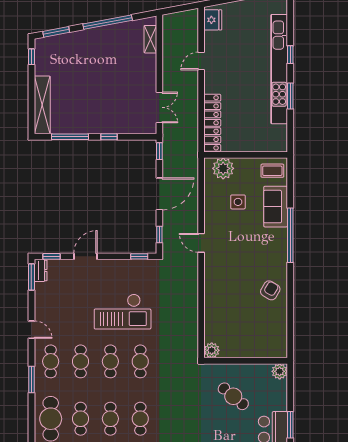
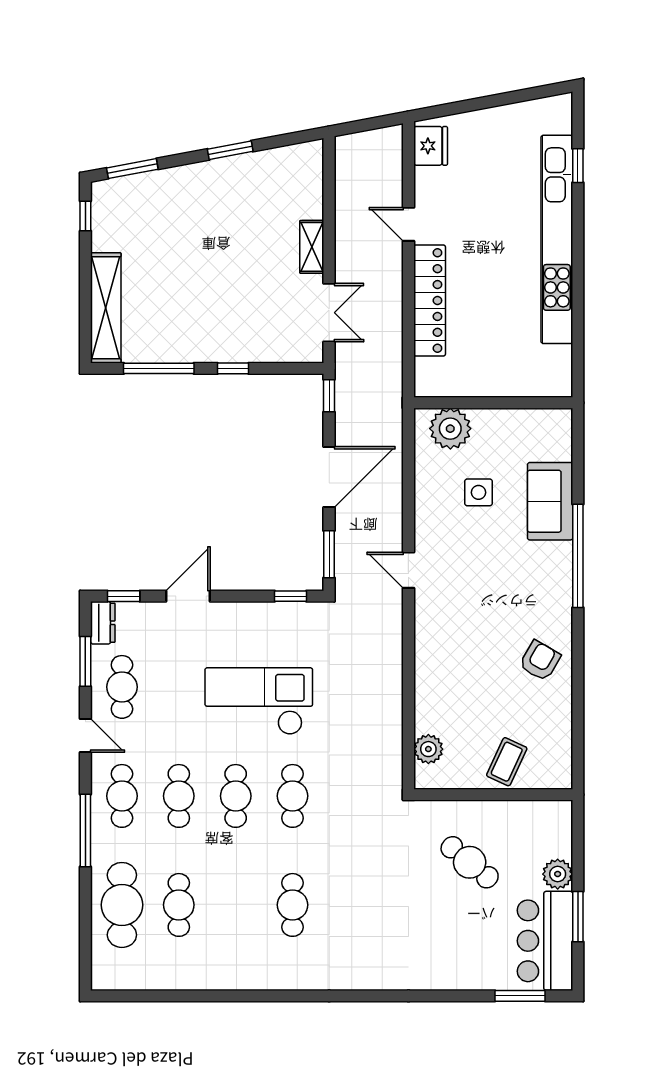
window: (108, 22) -> (230, 150), width x0.47
shelving: (150, 39) -> (312, 247), moved
window: (290, 55) -> (578, 166), moved
door: (201, 61) -> (408, 224), hinge flipped
window: (290, 96) -> (578, 291), removed
locker: (212, 123) -> (430, 301), moved
coffee table: (272, 171) -> (507, 762), moved, turned -65
window: (159, 234) -> (329, 554), width x1.50
window: (31, 277) -> (85, 661), moved
checkout: (123, 312) -> (259, 701), turned 180
plant: (212, 350) -> (428, 749), moved
plant: (280, 371) -> (558, 874), moved
window: (31, 380) -> (85, 831), width x1.44
cafe table: (110, 419) -> (122, 687), moved

